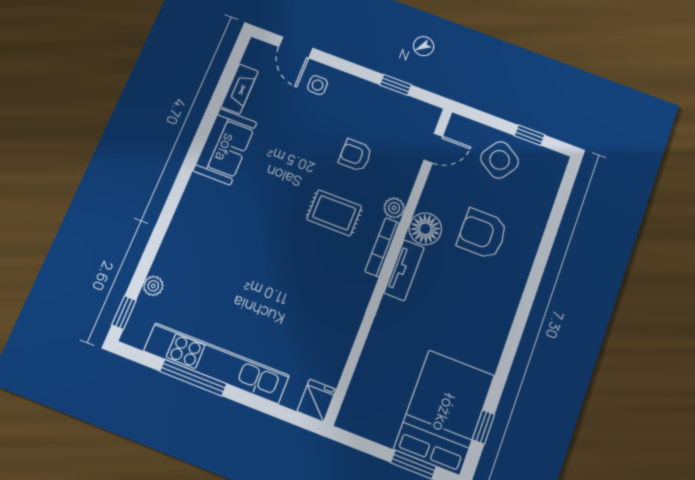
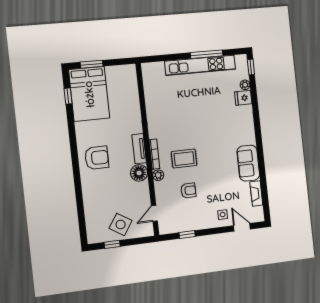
armchair: (482, 234) -> (97, 158), moved
fridge: (317, 400) -> (243, 98), moved, turned 90

